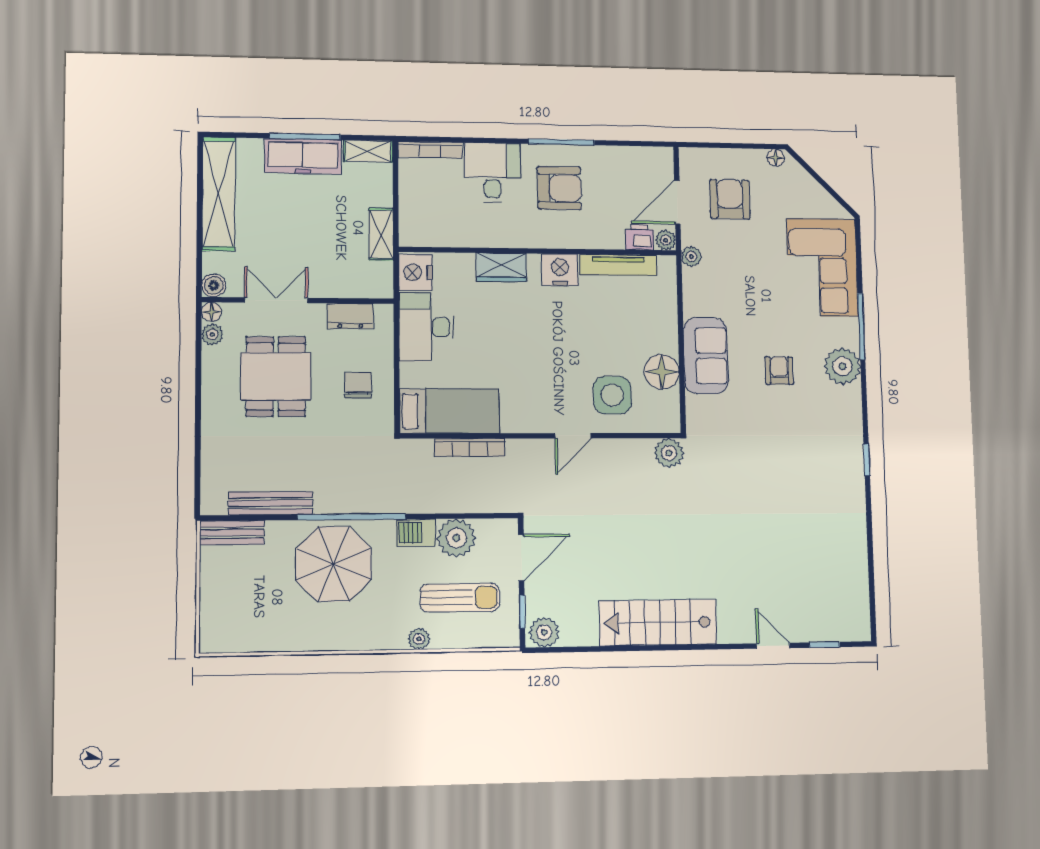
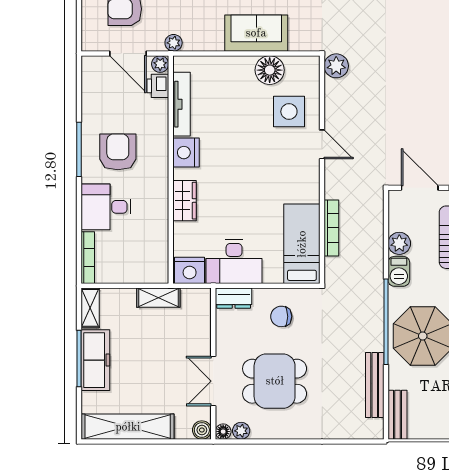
dresser: (350, 316) -> (234, 298), moved, turned 90
plant: (456, 538) -> (399, 243), width x0.73, depth x0.73

